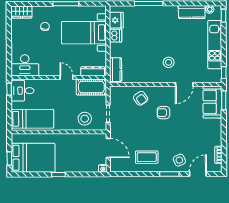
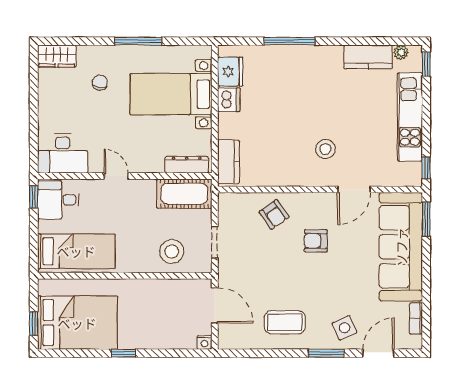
door: (66, 78) -> (116, 176), moved
sofa: (212, 102) -> (401, 247), width x1.85, depth x1.27

